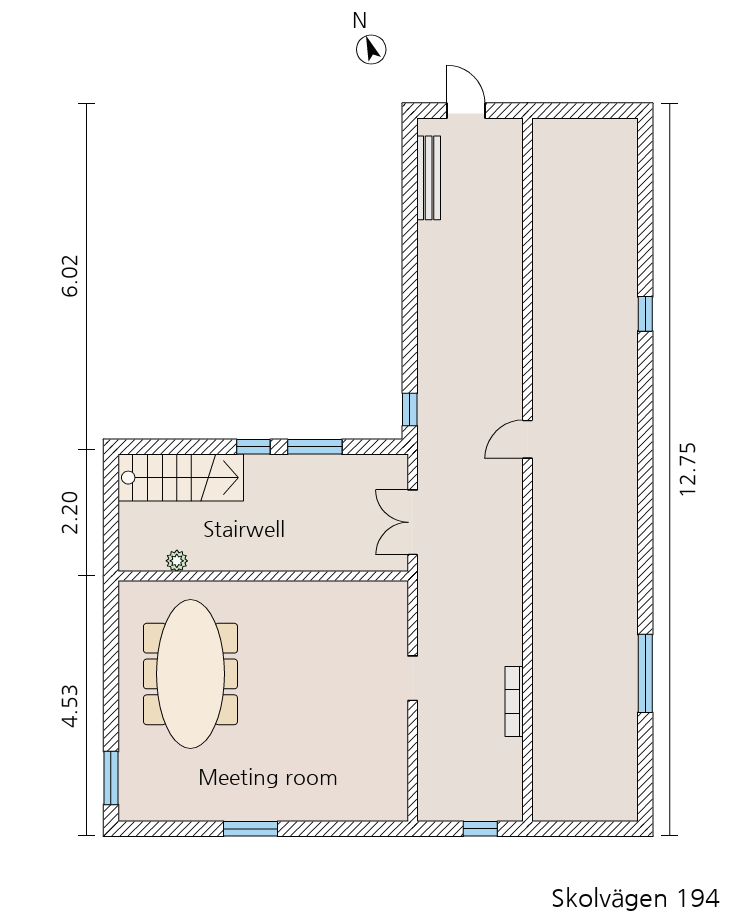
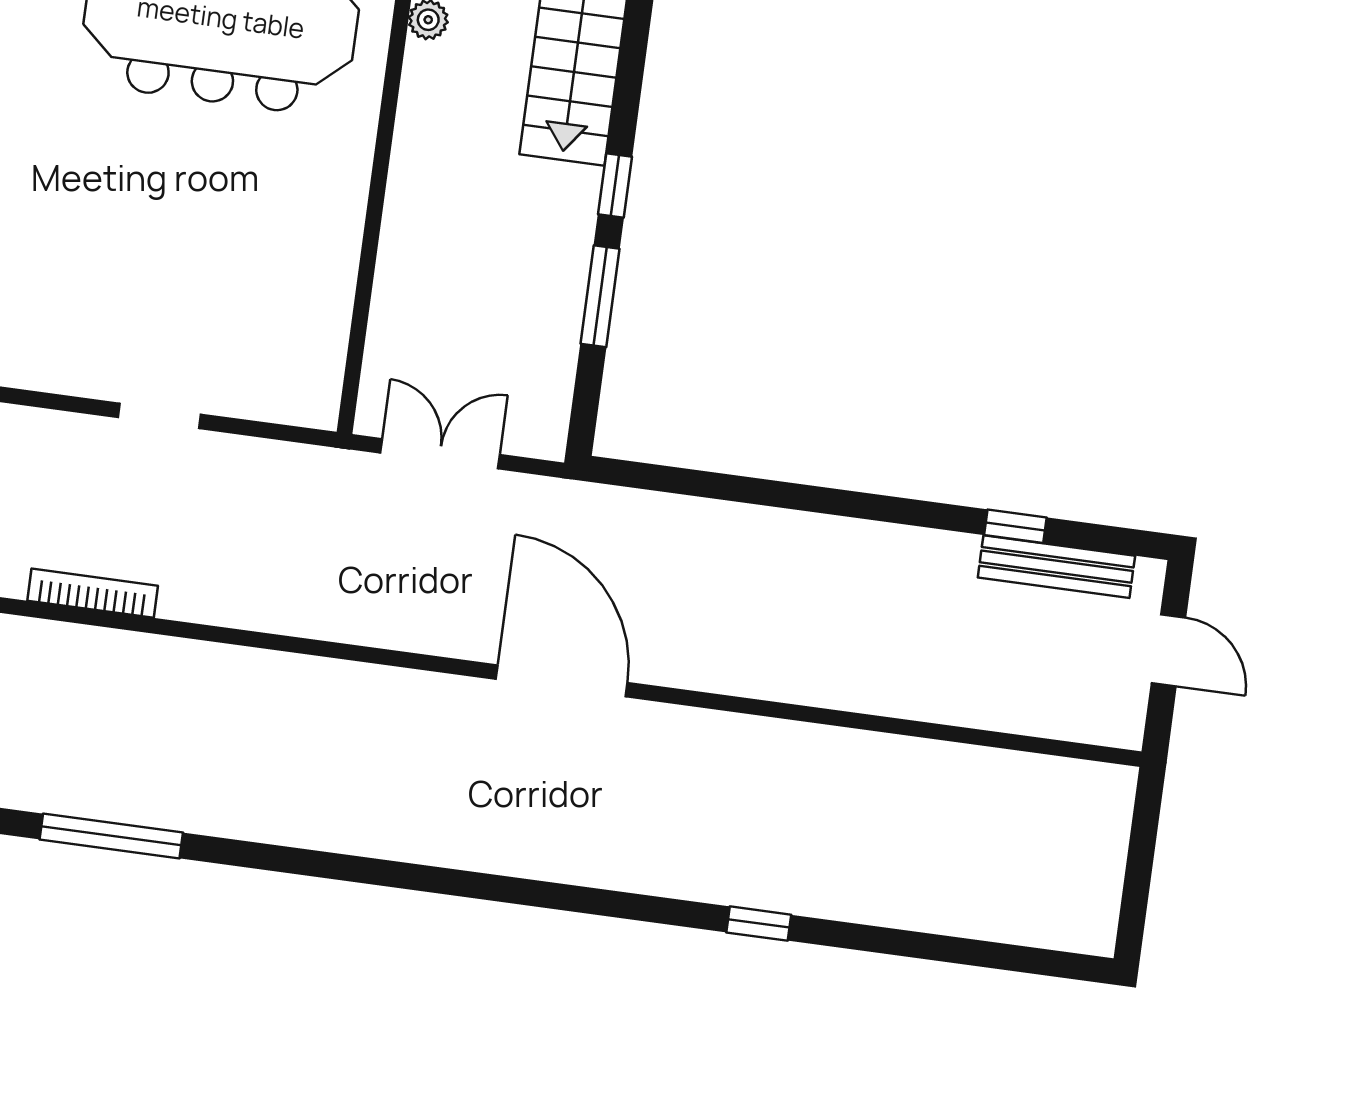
door: (466, 111) -> (1168, 650), hinge flipped
window: (410, 410) -> (1015, 526), moved
door: (527, 439) -> (562, 681), width x1.87

